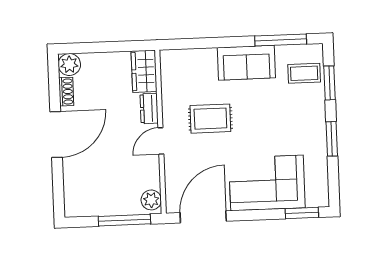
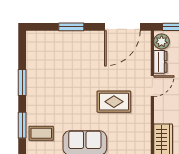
dresser: (149, 109) -> (160, 62), moved
corner sofa: (267, 183) -> (73, 51), removed
window: (302, 213) -> (71, 27), moved

